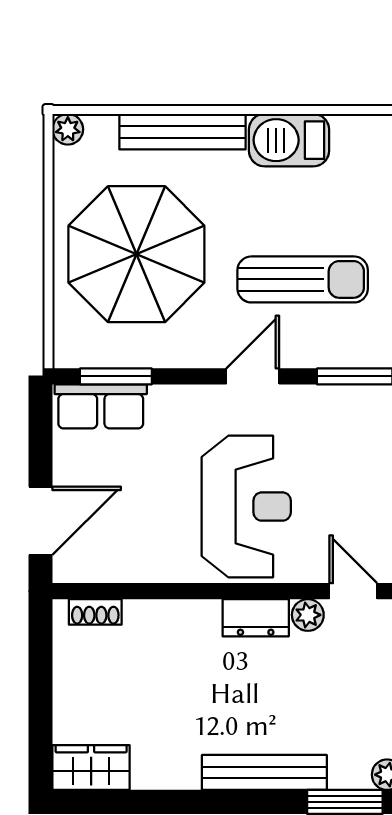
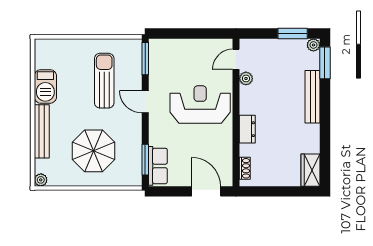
parasol: (136, 254) -> (94, 151), width x0.73, depth x0.73
dresser: (256, 618) -> (247, 129), moved

